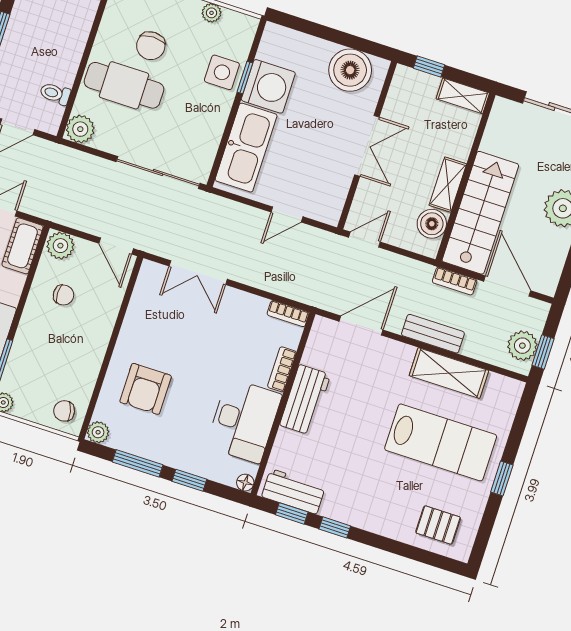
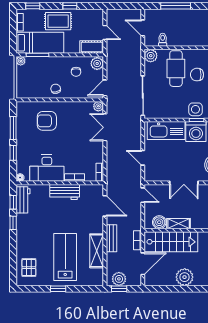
chair: (64, 411) -> (56, 89), moved
plant: (98, 432) -> (98, 106), moved
lab bench: (441, 442) -> (65, 257), turned 180

